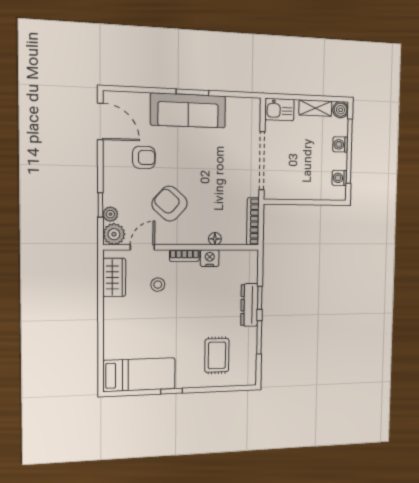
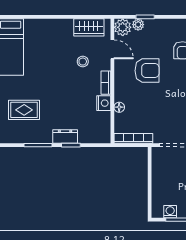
armchair: (170, 204) -> (147, 71), turned 48
dresser: (249, 305) -> (65, 136), width x0.70

